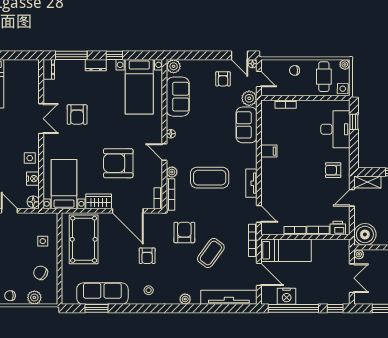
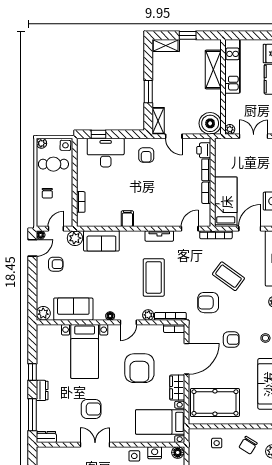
bed with nightstands: (139, 87) -> (85, 351), moved, turned 90

